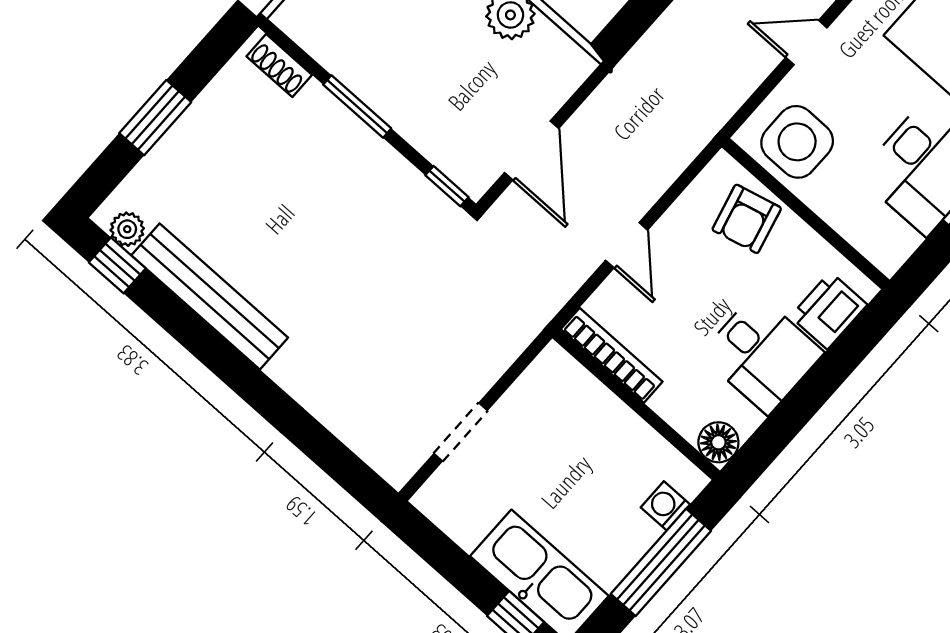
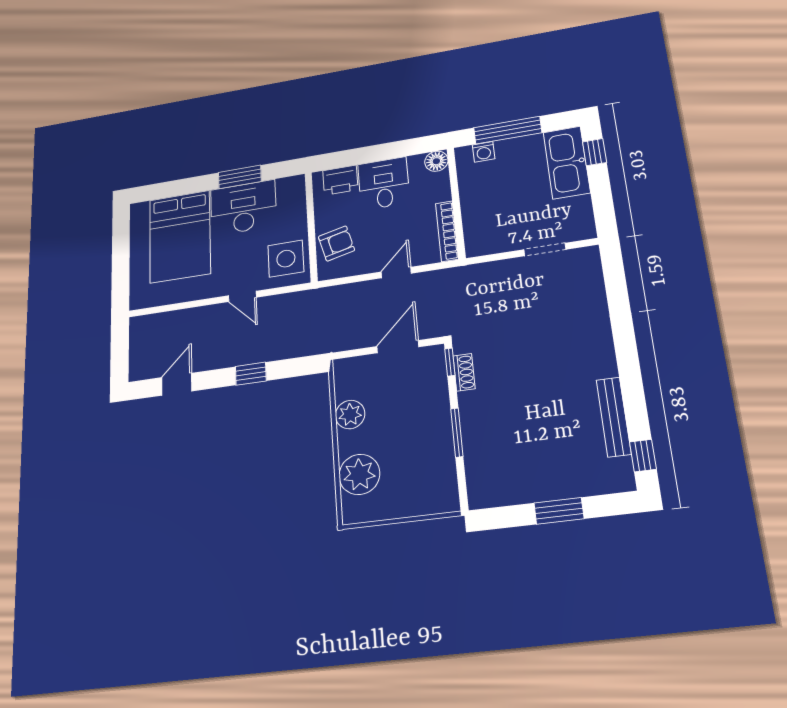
shoe rack: (279, 66) -> (464, 372), moved
plant: (127, 229) -> (622, 469), removed
bench: (210, 296) -> (614, 417), width x0.73, depth x0.82

